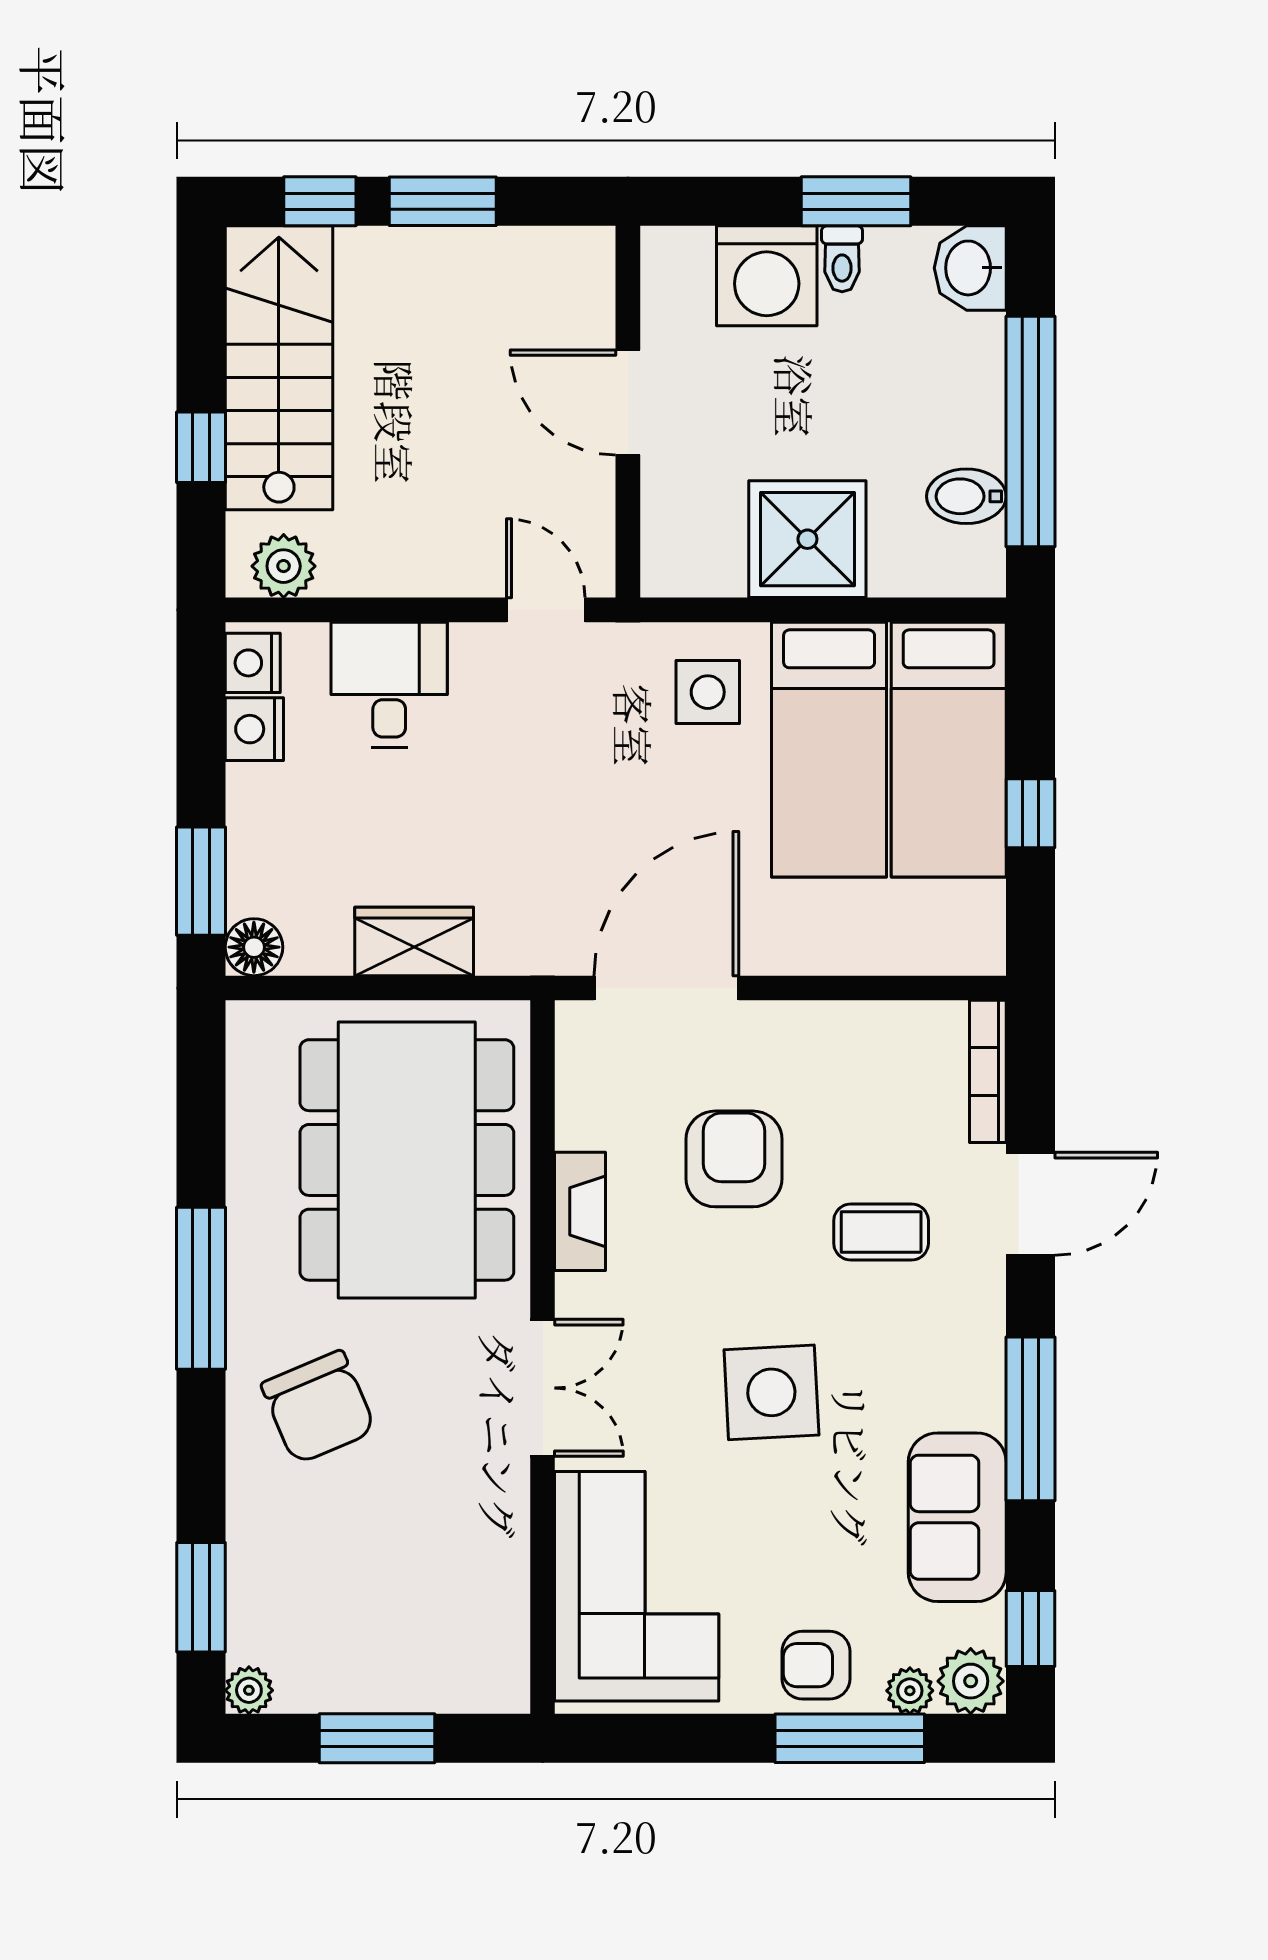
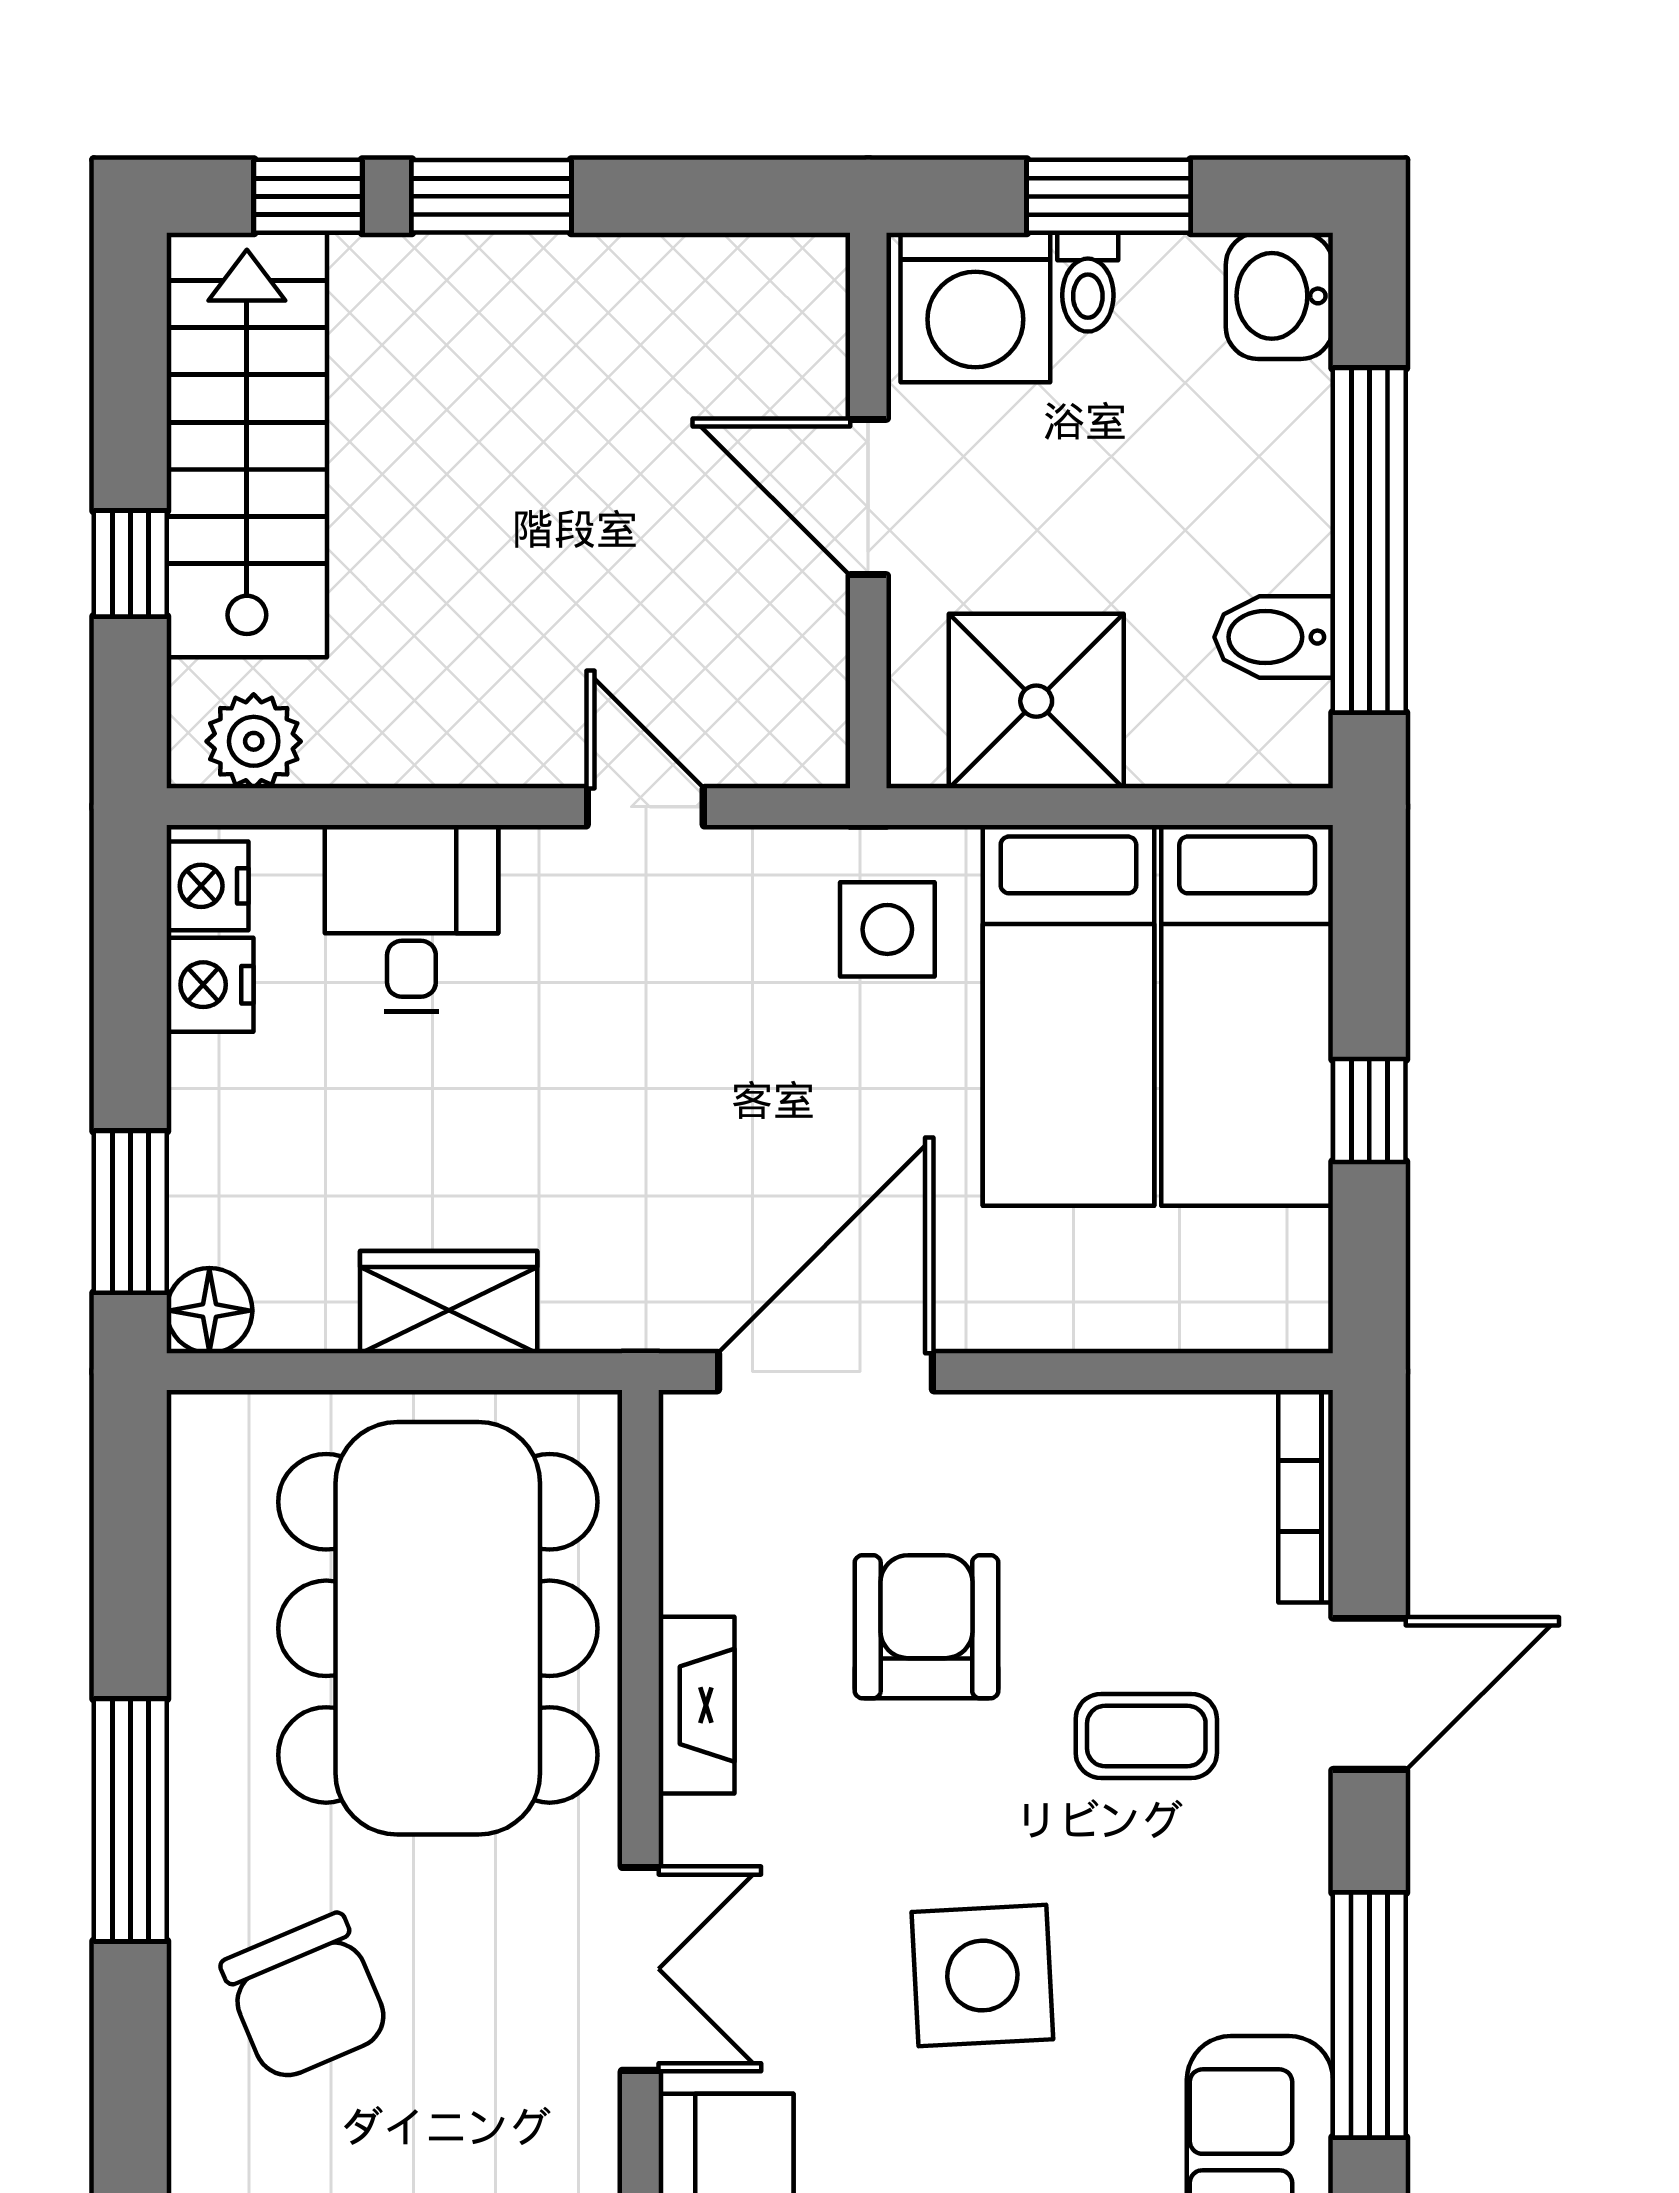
door: (628, 403) -> (868, 497), moved
wall: (628, 412) -> (868, 511), moved

